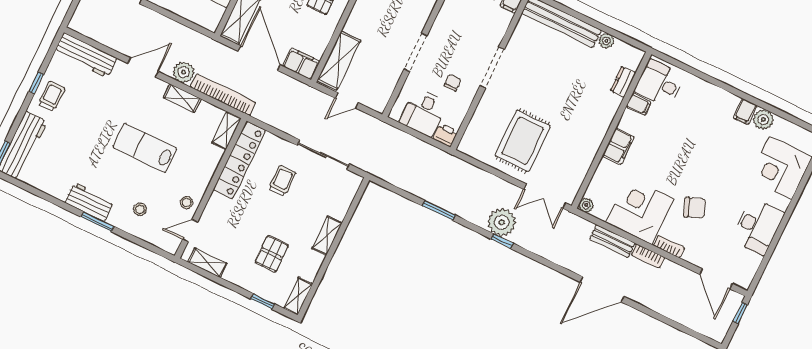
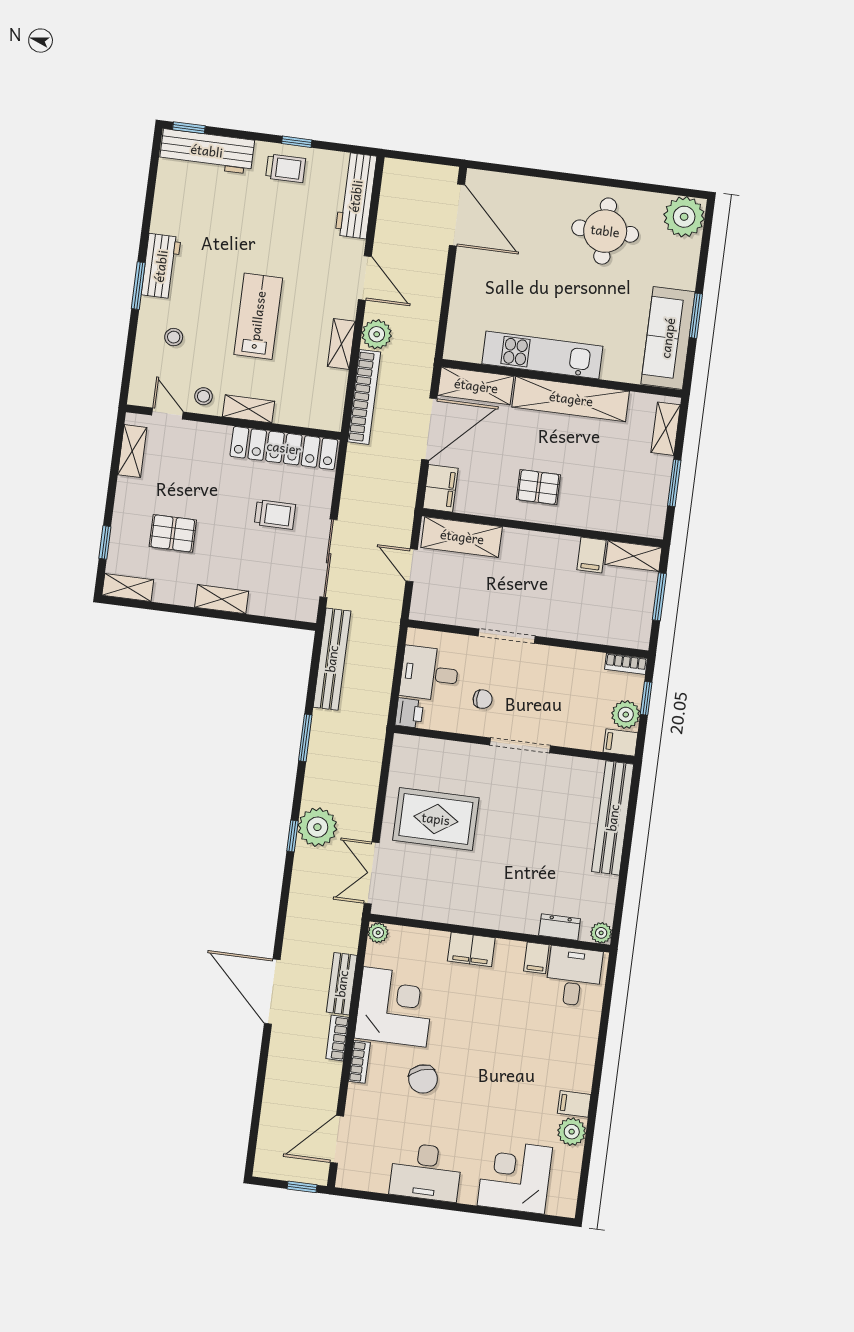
plant: (606, 41) -> (601, 933), moved
shelving: (227, 131) -> (249, 409), moved
bench: (392, 175) -> (332, 659), added

